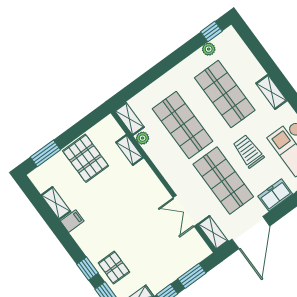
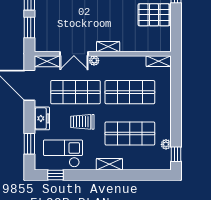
plant: (143, 138) -> (94, 61), moved
shelving: (129, 150) -> (108, 47), moved
trolley: (248, 151) -> (82, 122), turned 180
double door: (185, 211) -> (74, 54), swing flipped

